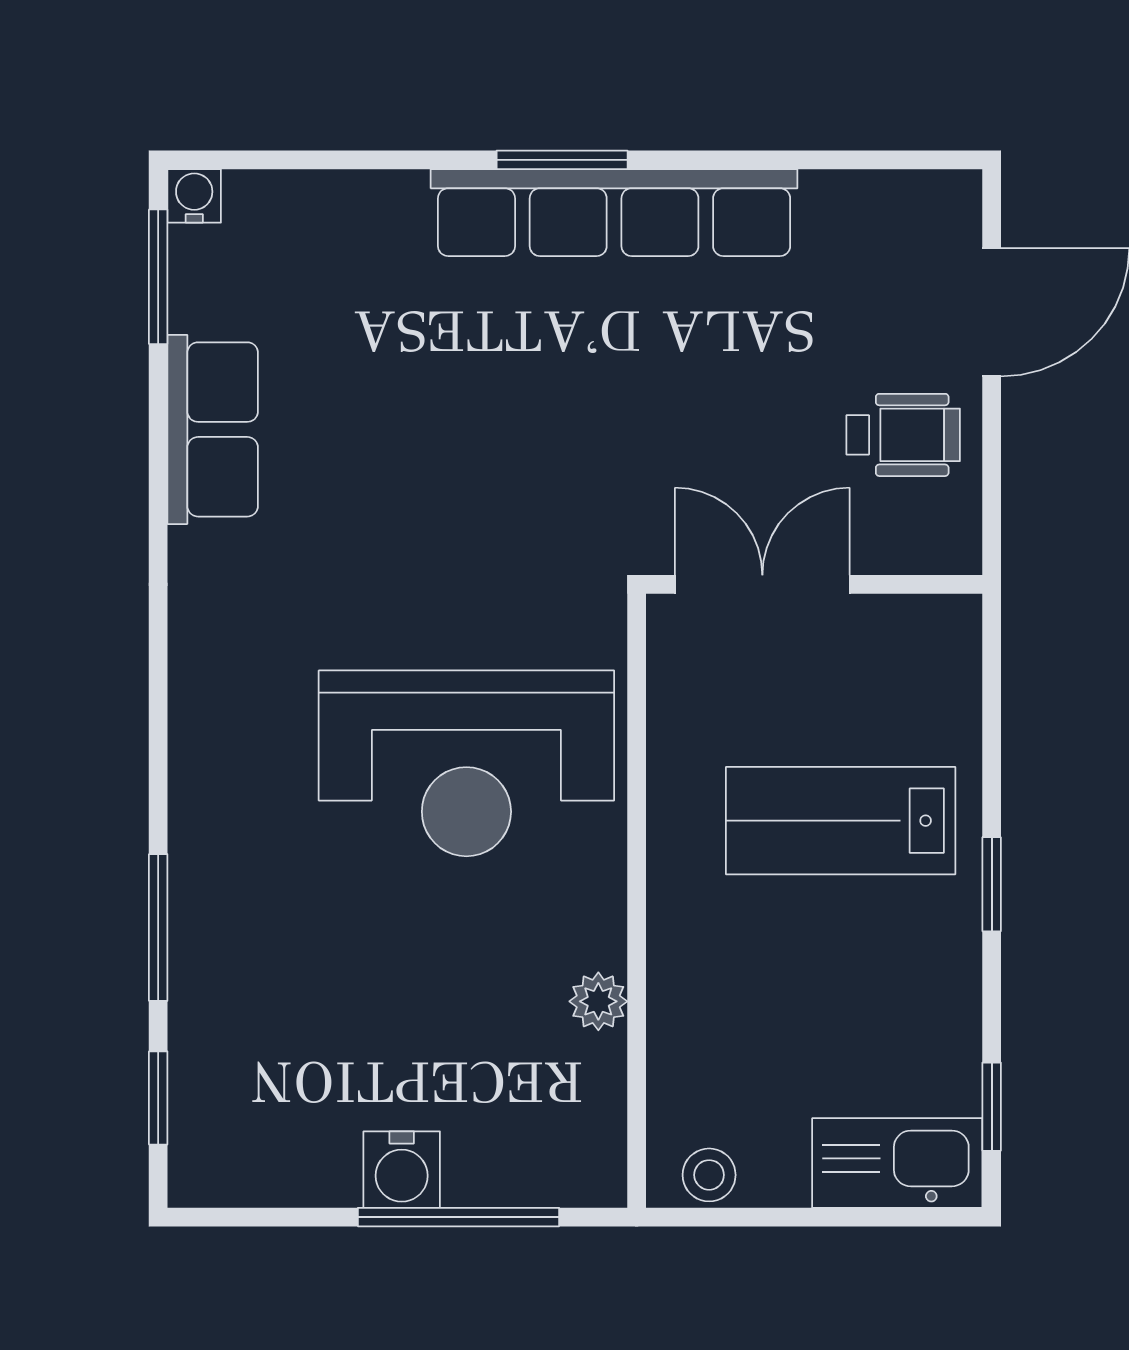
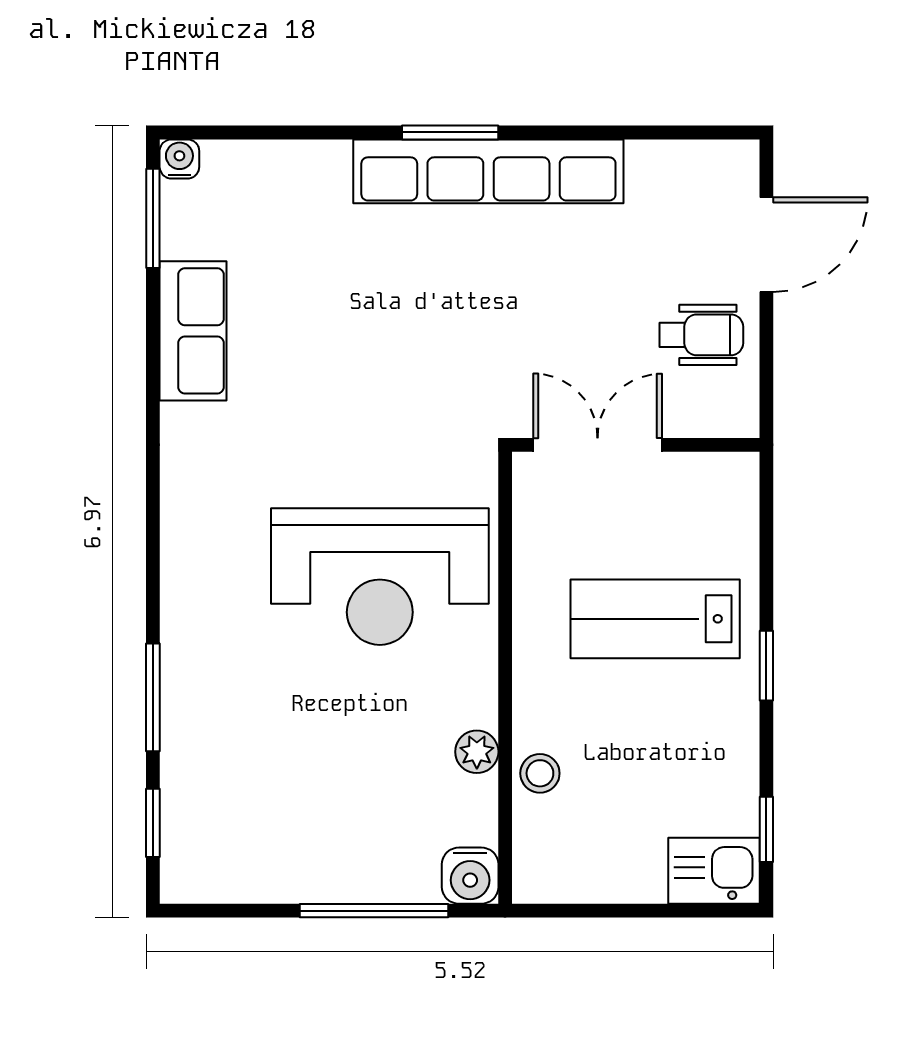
kitchen sink: (897, 1163) -> (714, 871), width x0.73
water cooler: (402, 1170) -> (470, 876), moved
stool: (709, 1175) -> (540, 773), moved

